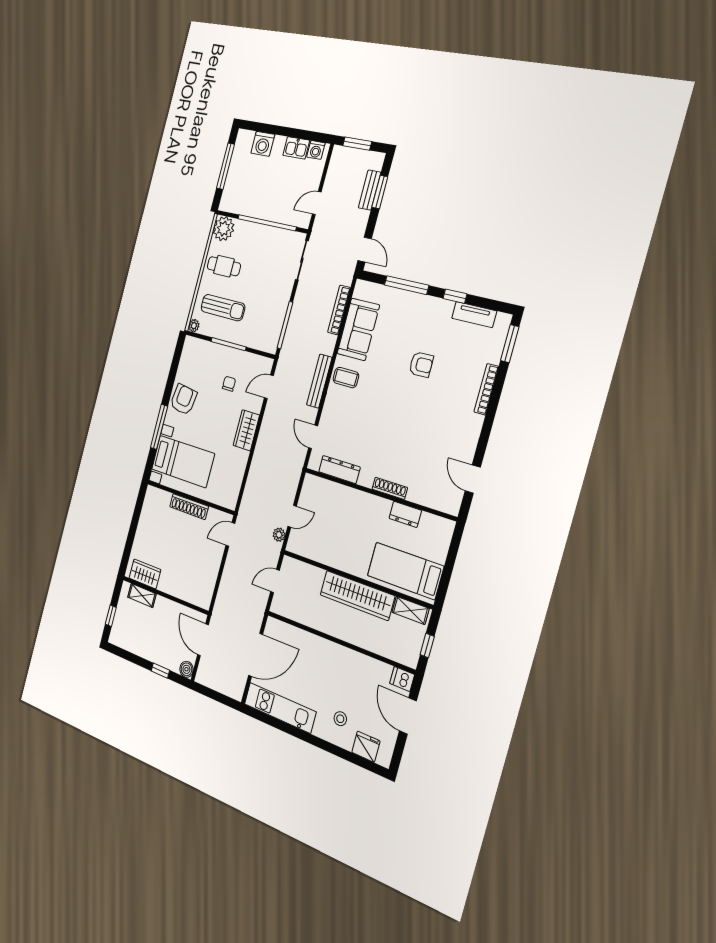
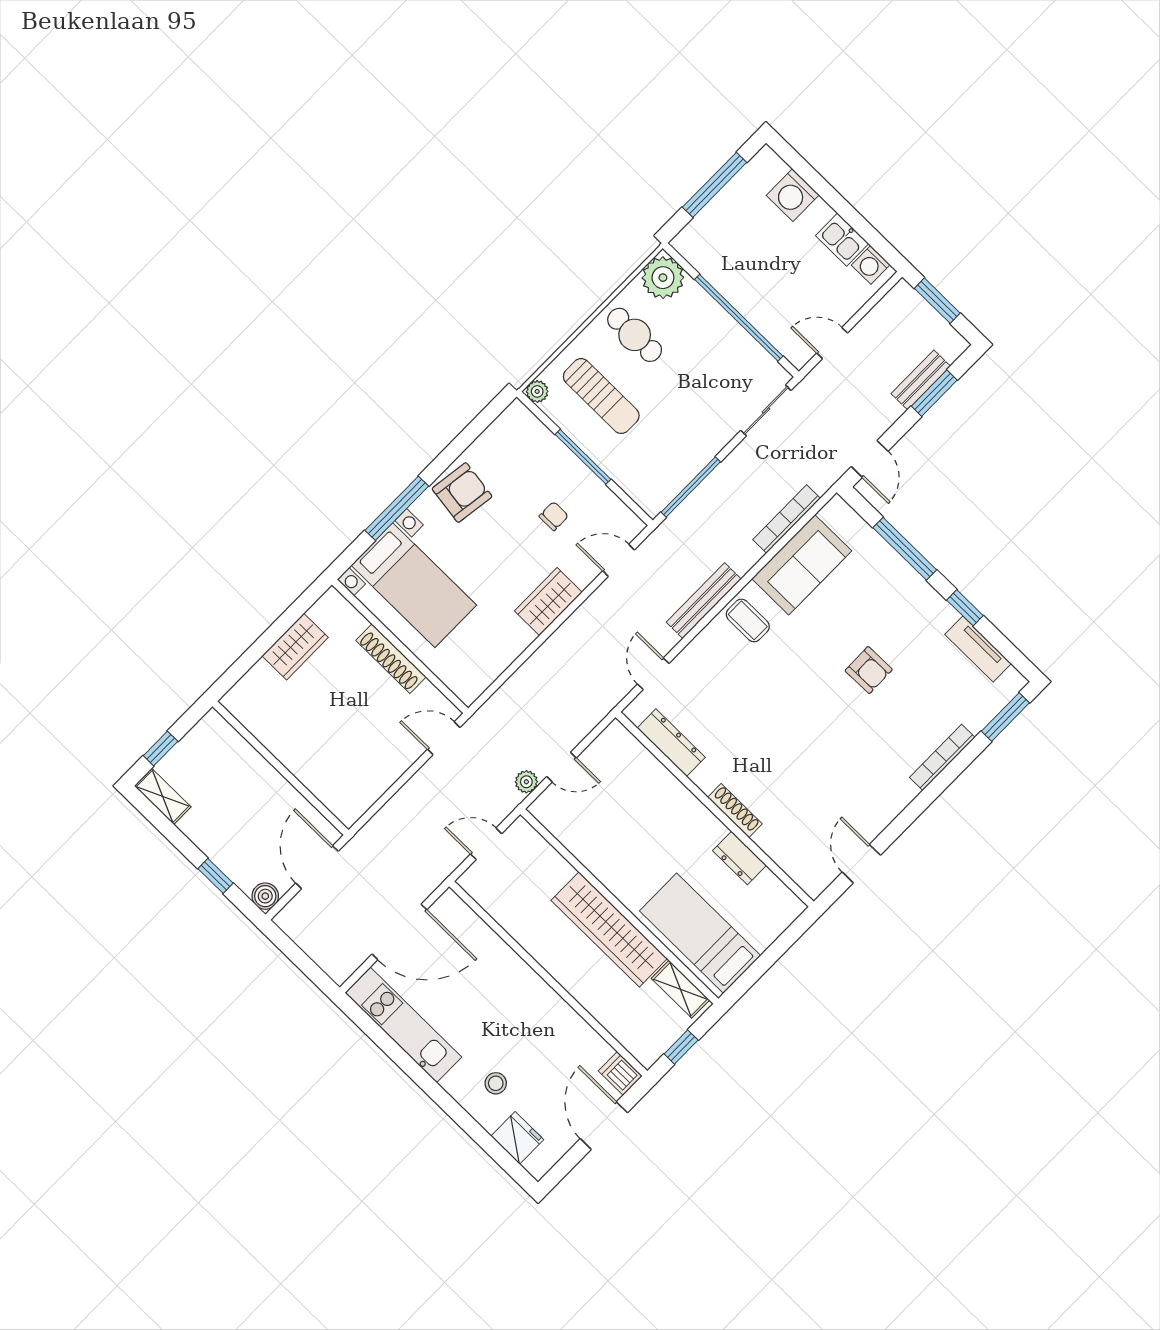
wardrobe: (145, 574) -> (295, 647), moved, turned 90
shelving: (142, 596) -> (163, 796), moved

